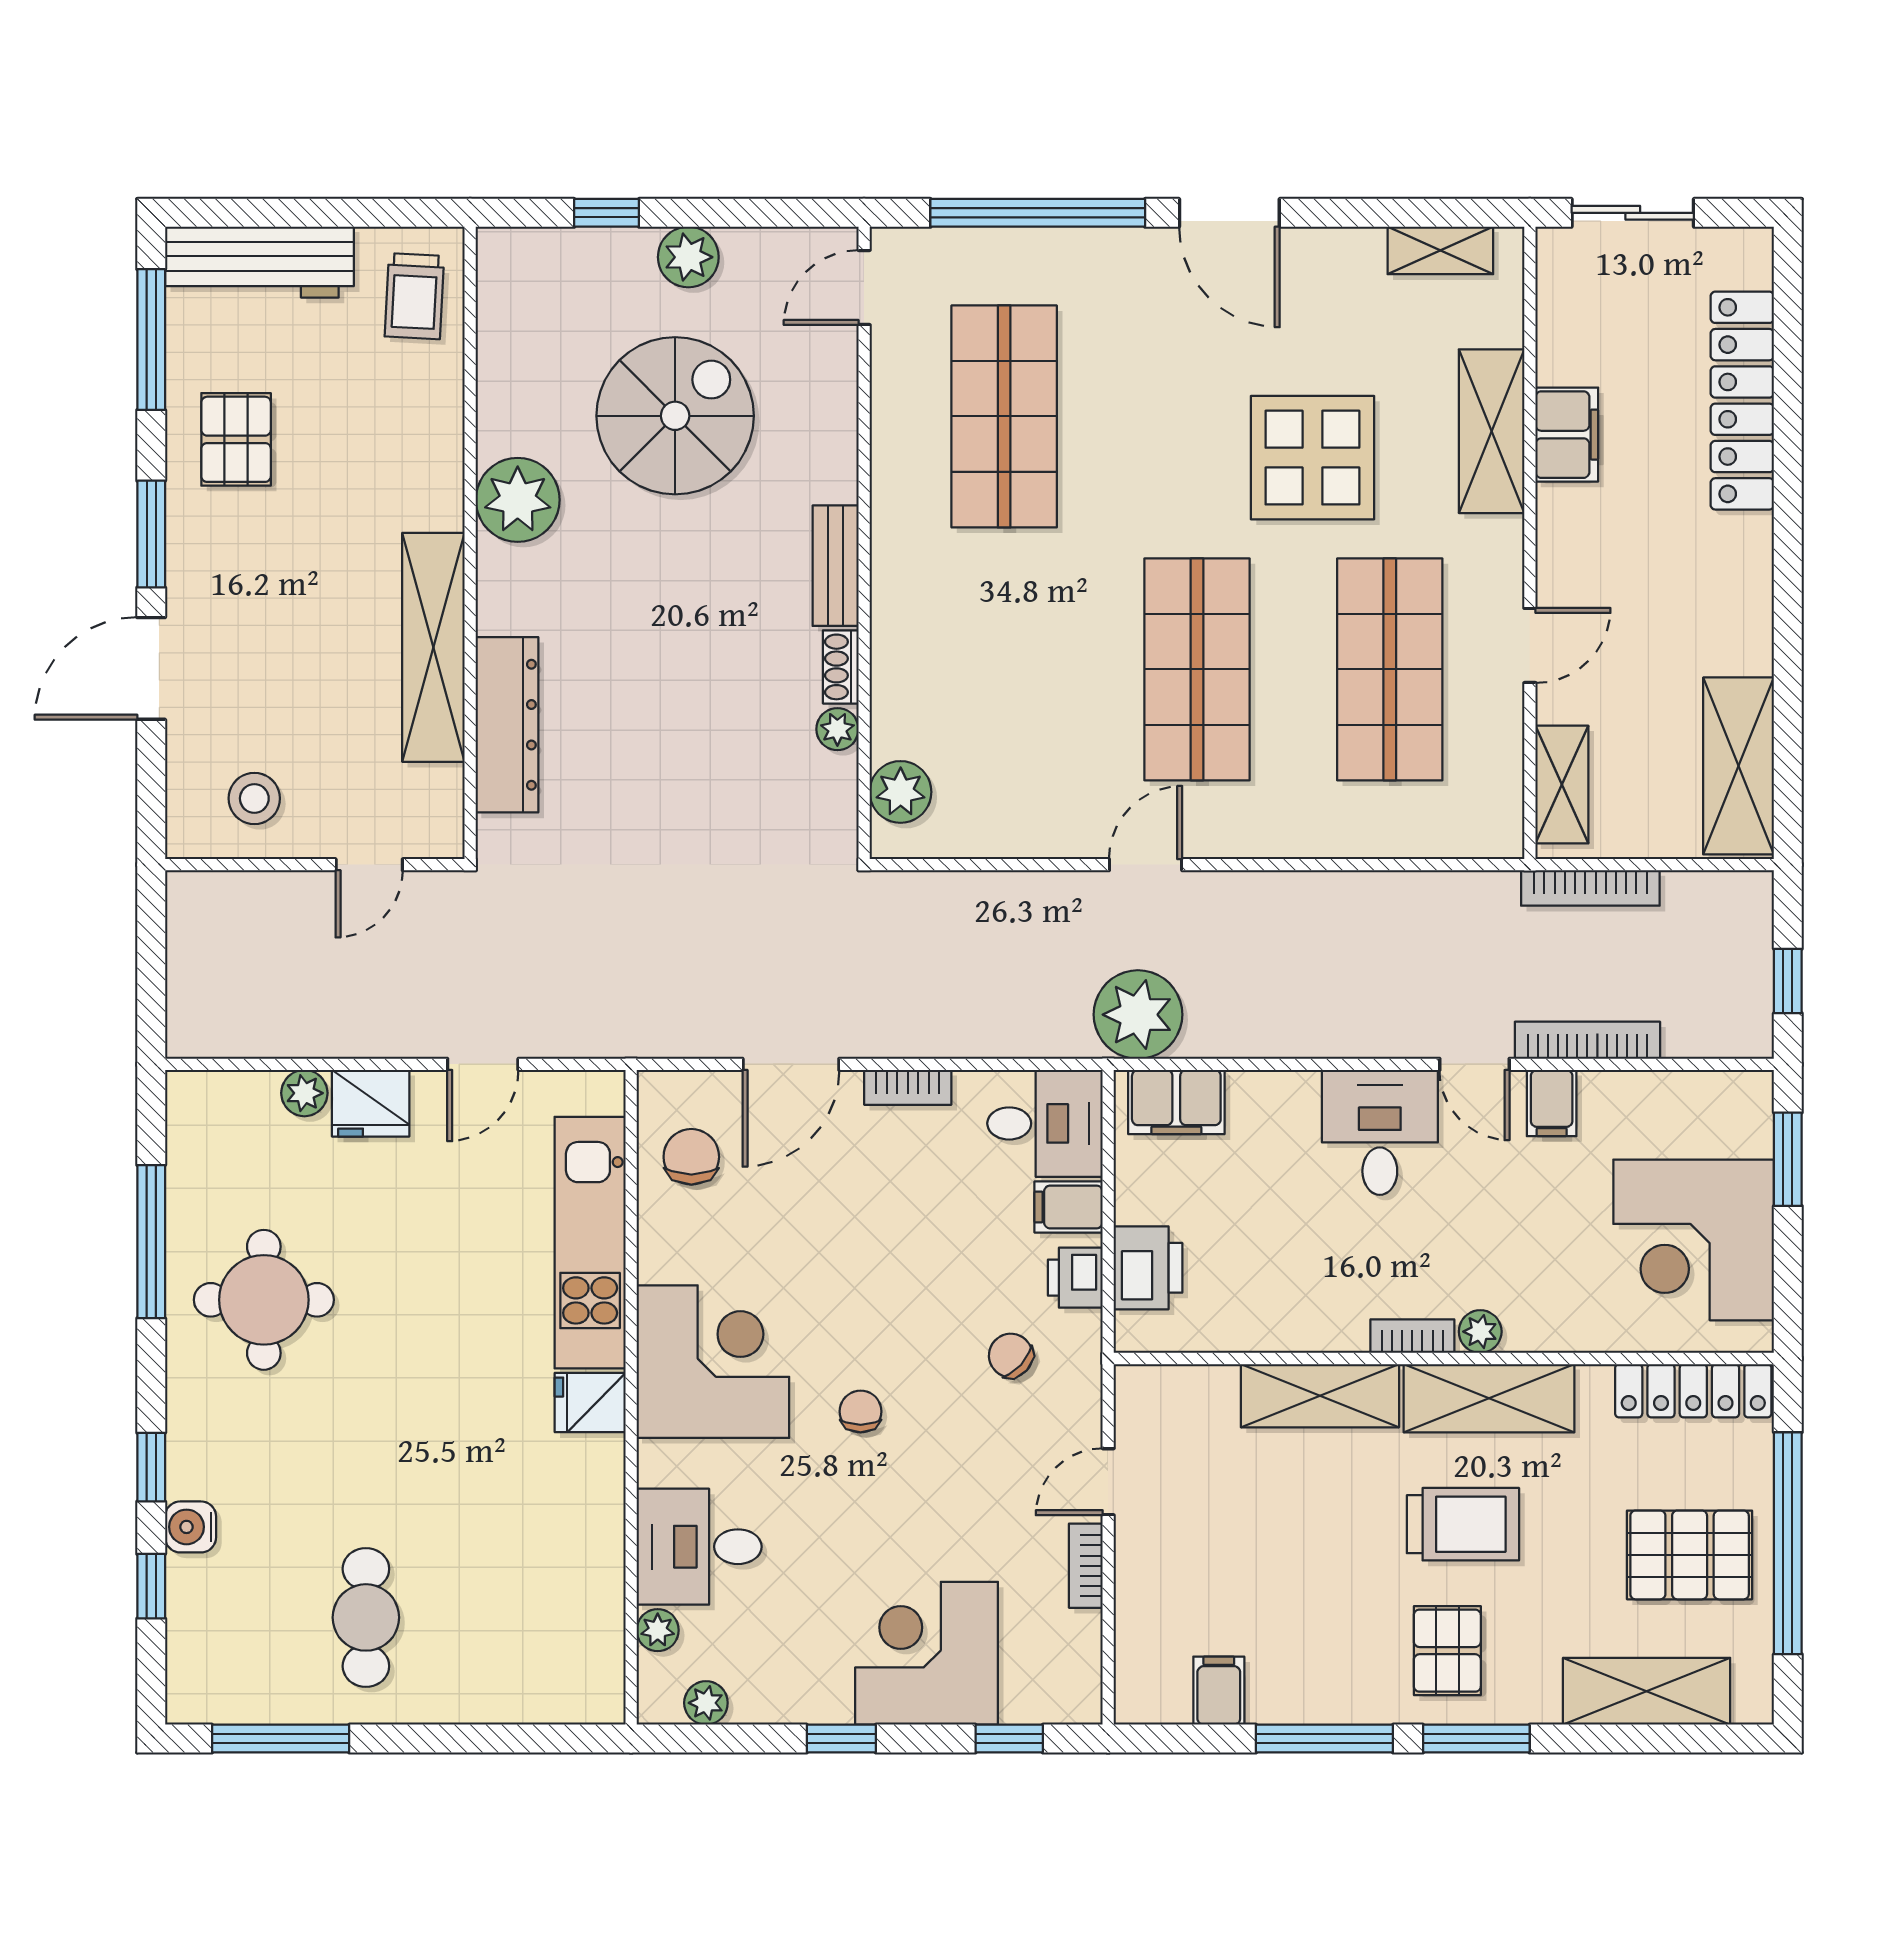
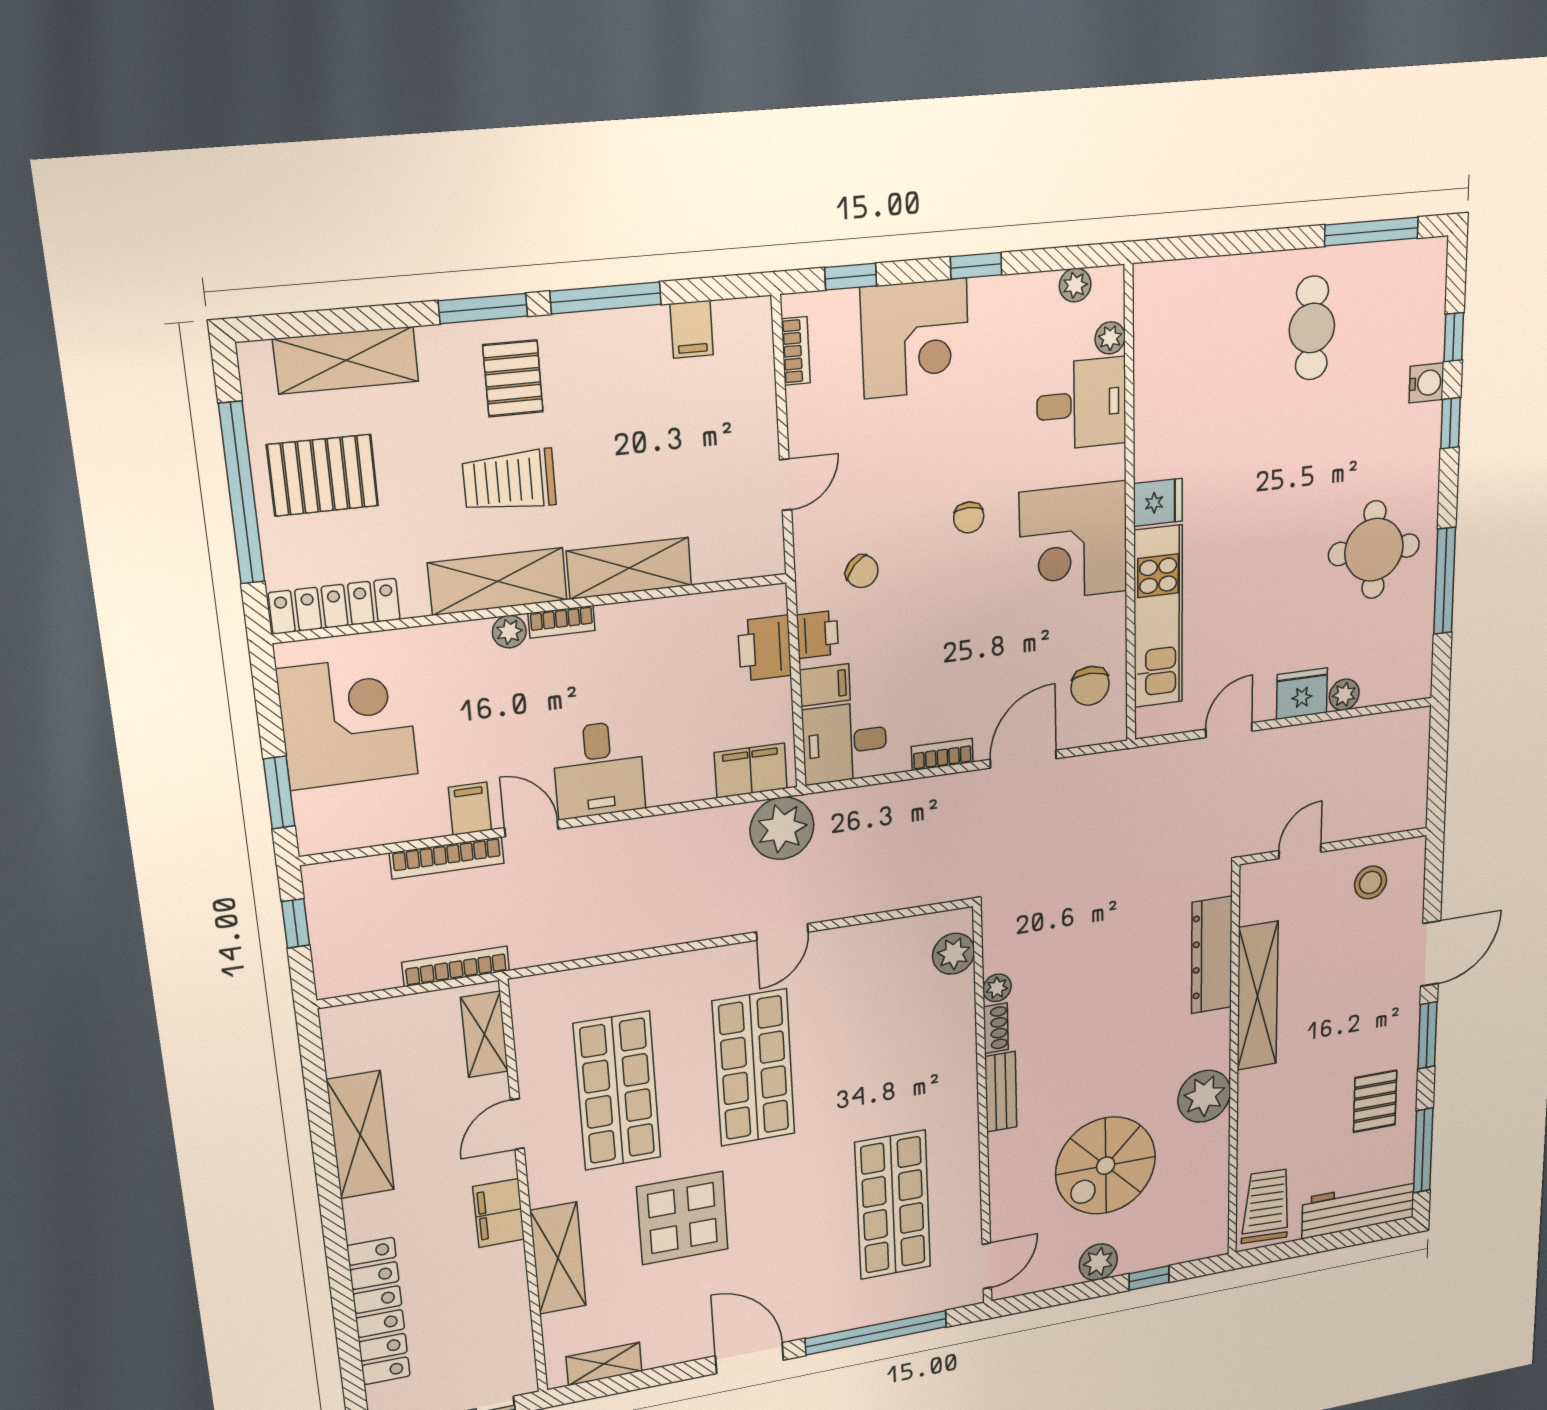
trolley: (414, 296) -> (1266, 1206), width x1.36, depth x1.39
filing cabinet: (1567, 435) -> (499, 1213), moved
shelving: (1739, 766) -> (360, 1135), moved
bookcase: (1086, 1566) -> (796, 351), moved

